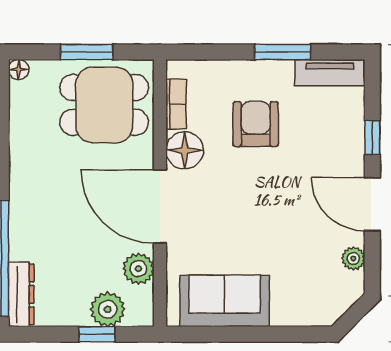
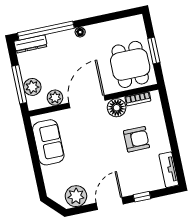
window: (283, 52) -> (174, 145), removed
floor lamp: (19, 70) -> (80, 32), moved
plant: (353, 258) -> (76, 196), width x1.88, depth x1.88
window: (97, 334) -> (19, 84), width x2.17

